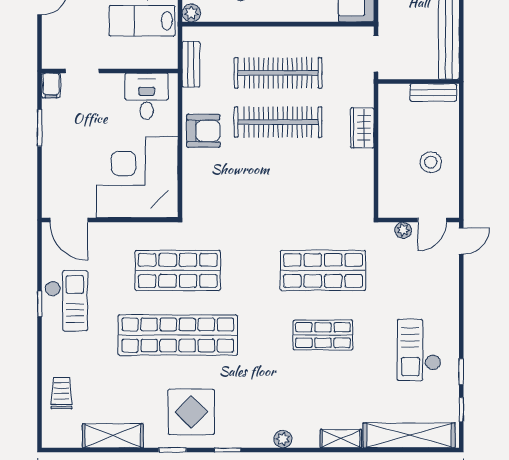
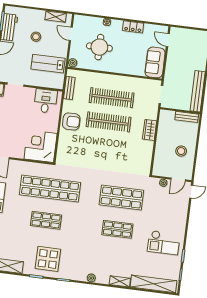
corner desk: (137, 177) -> (41, 146), width x0.74, depth x0.74
shop shelf: (178, 270) -> (50, 189), width x1.40
shop shelf: (178, 335) -> (46, 220), width x0.50, depth x0.74
checkout: (419, 350) -> (164, 243), turned -90

